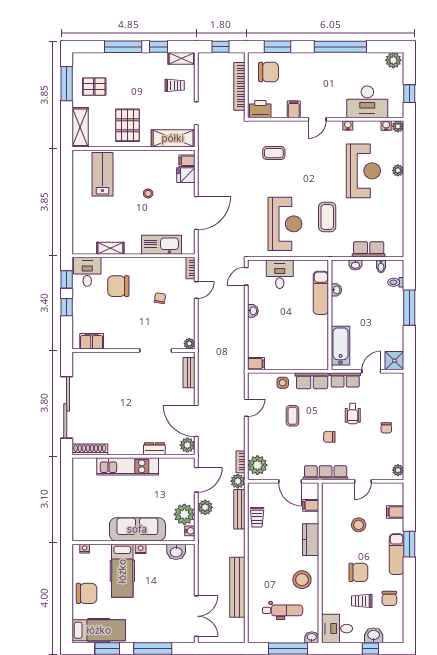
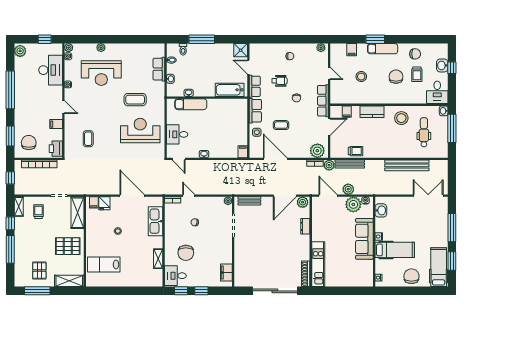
reception desk: (363, 171) -> (101, 73), turned 180
door: (246, 408) -> (275, 159), width x1.87
kitchen unit: (128, 466) -> (318, 264), moved

